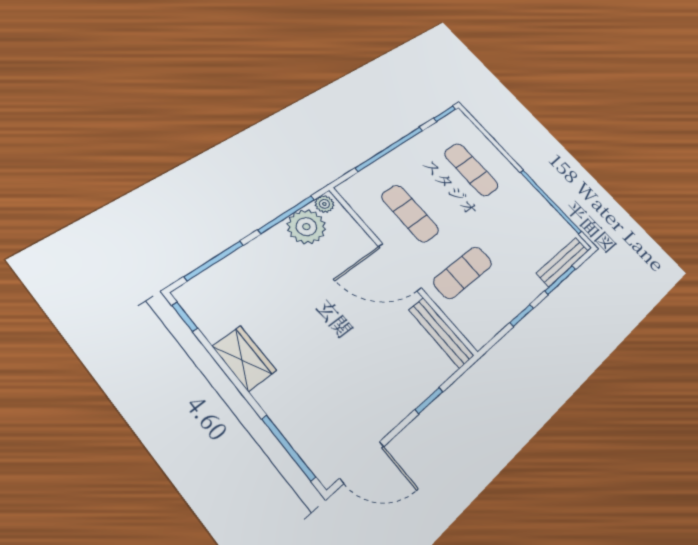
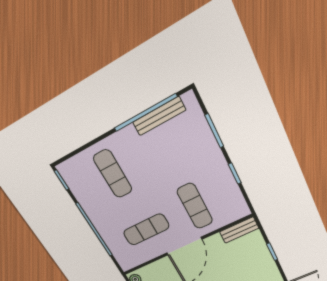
exercise mat: (471, 170) -> (113, 174), turned 90
bench: (563, 262) -> (159, 116), moved, turned 90
bench: (441, 333) -> (239, 230), width x0.73

